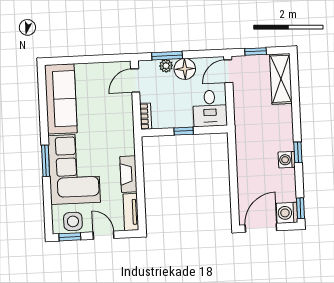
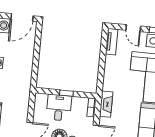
desk: (210, 108) -> (59, 108), moved
fireplace: (128, 174) -> (106, 104), moved

